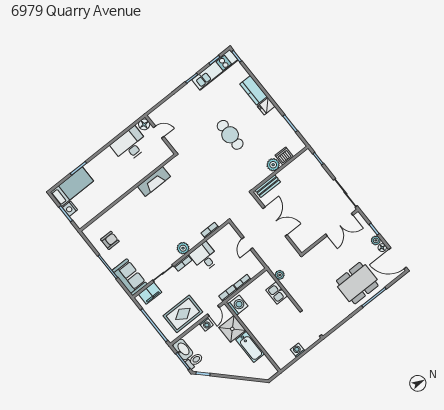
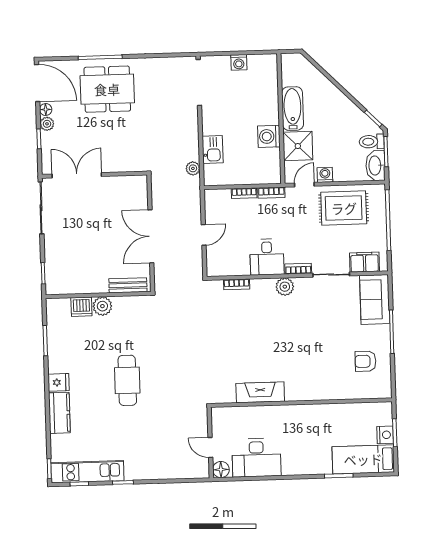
washing machine: (238, 305) -> (269, 136), moved

